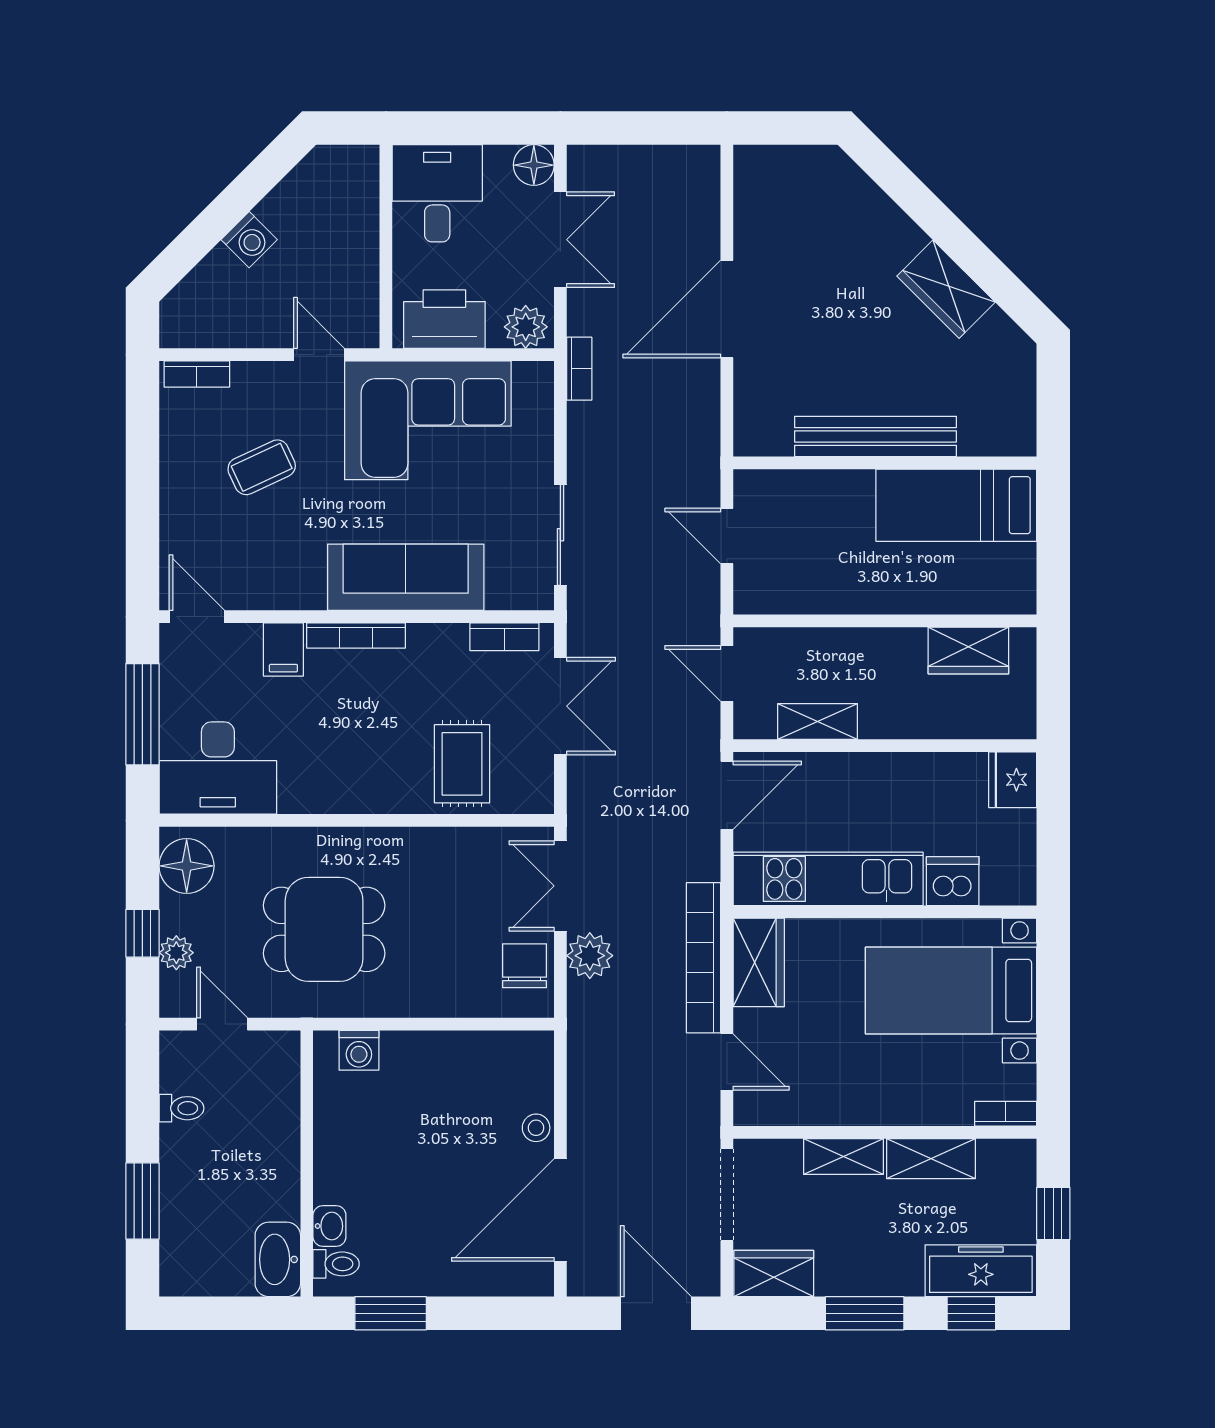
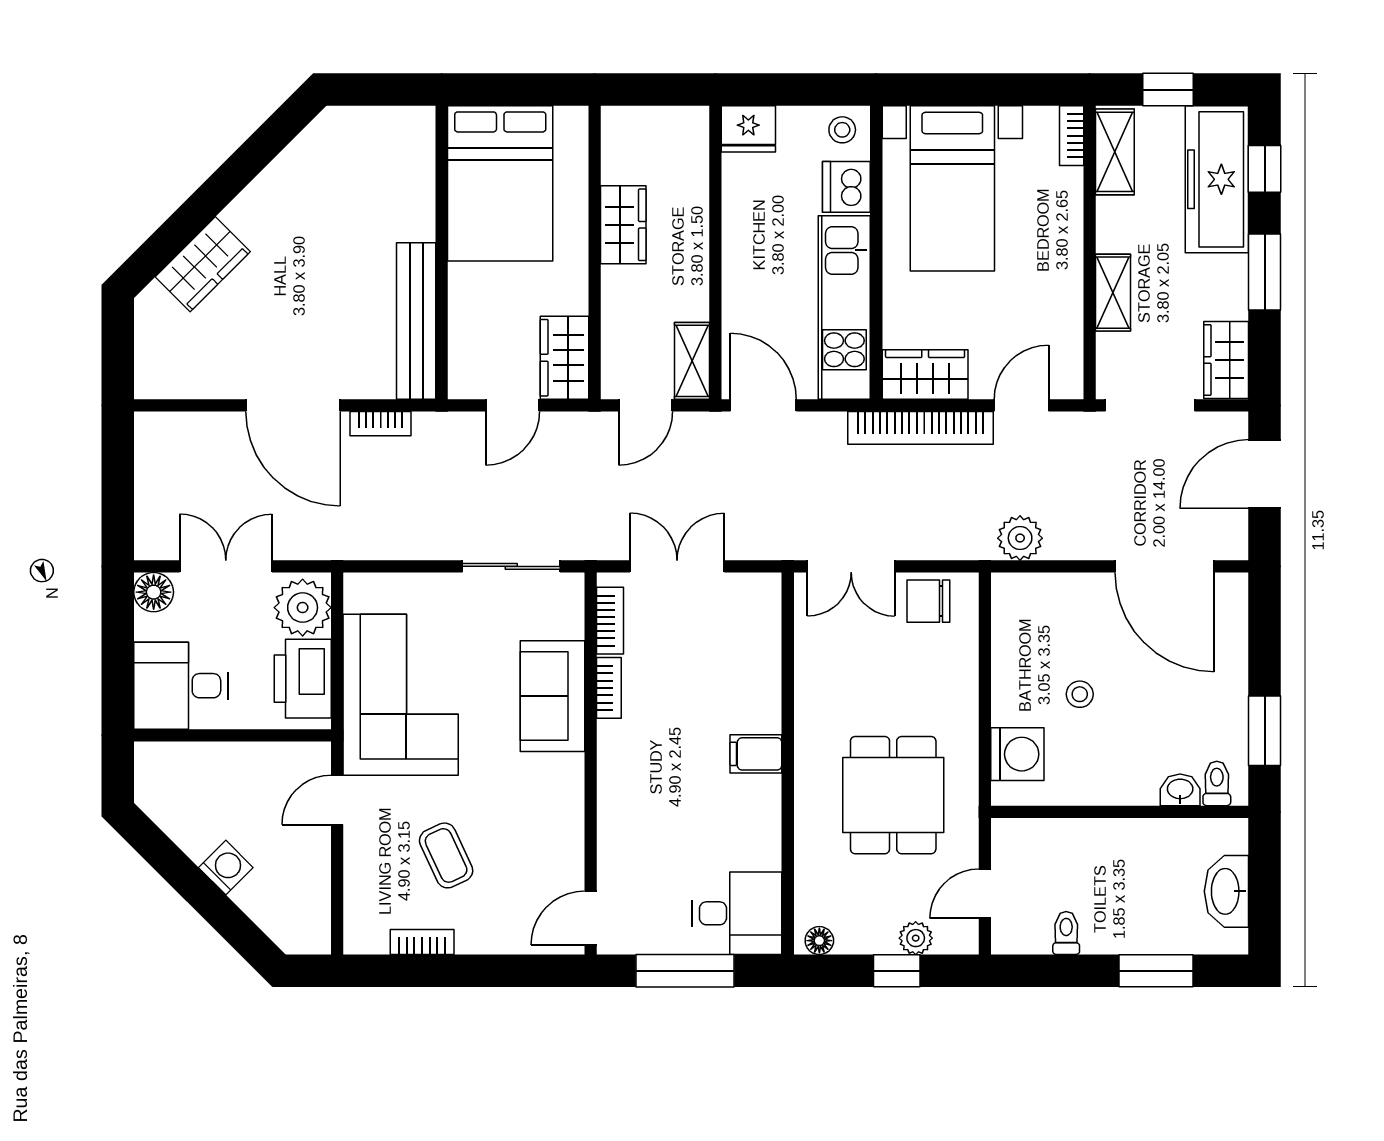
wardrobe: (946, 289) -> (203, 264), moved
plant: (526, 327) -> (303, 608), width x1.36, depth x1.36
bookcase: (579, 369) -> (381, 424), moved, turned 180
bookcase: (197, 374) -> (422, 942), moved, turned -90
bench: (875, 436) -> (416, 321), moved
bed: (956, 505) -> (500, 183), width x1.50
sofa: (406, 577) -> (552, 696), width x0.73
wardrobe: (776, 590) -> (564, 358), added
bookcase: (356, 636) -> (609, 688), moved, width x0.64
filing cabinet: (283, 650) -> (756, 754), moved, turned 180
wardrobe: (968, 650) -> (623, 225), moved
shelving: (817, 721) -> (692, 361), moved
rug: (462, 764) -> (733, 662), removed
desk: (218, 768) -> (737, 913), width x0.73
floor lamp: (187, 866) -> (819, 941), width x0.53, depth x0.53
stool: (1012, 877) -> (842, 130), added
plant: (590, 956) -> (1020, 538), moved
washing machine: (359, 1050) -> (1017, 754), width x1.38, depth x1.38
stool: (536, 1128) -> (1080, 694), moved
shelving: (931, 1159) -> (1115, 152), moved
washbasin: (278, 1259) -> (1226, 891), moved, turned 90
freezer: (981, 1271) -> (1217, 179), width x1.36, depth x1.26

